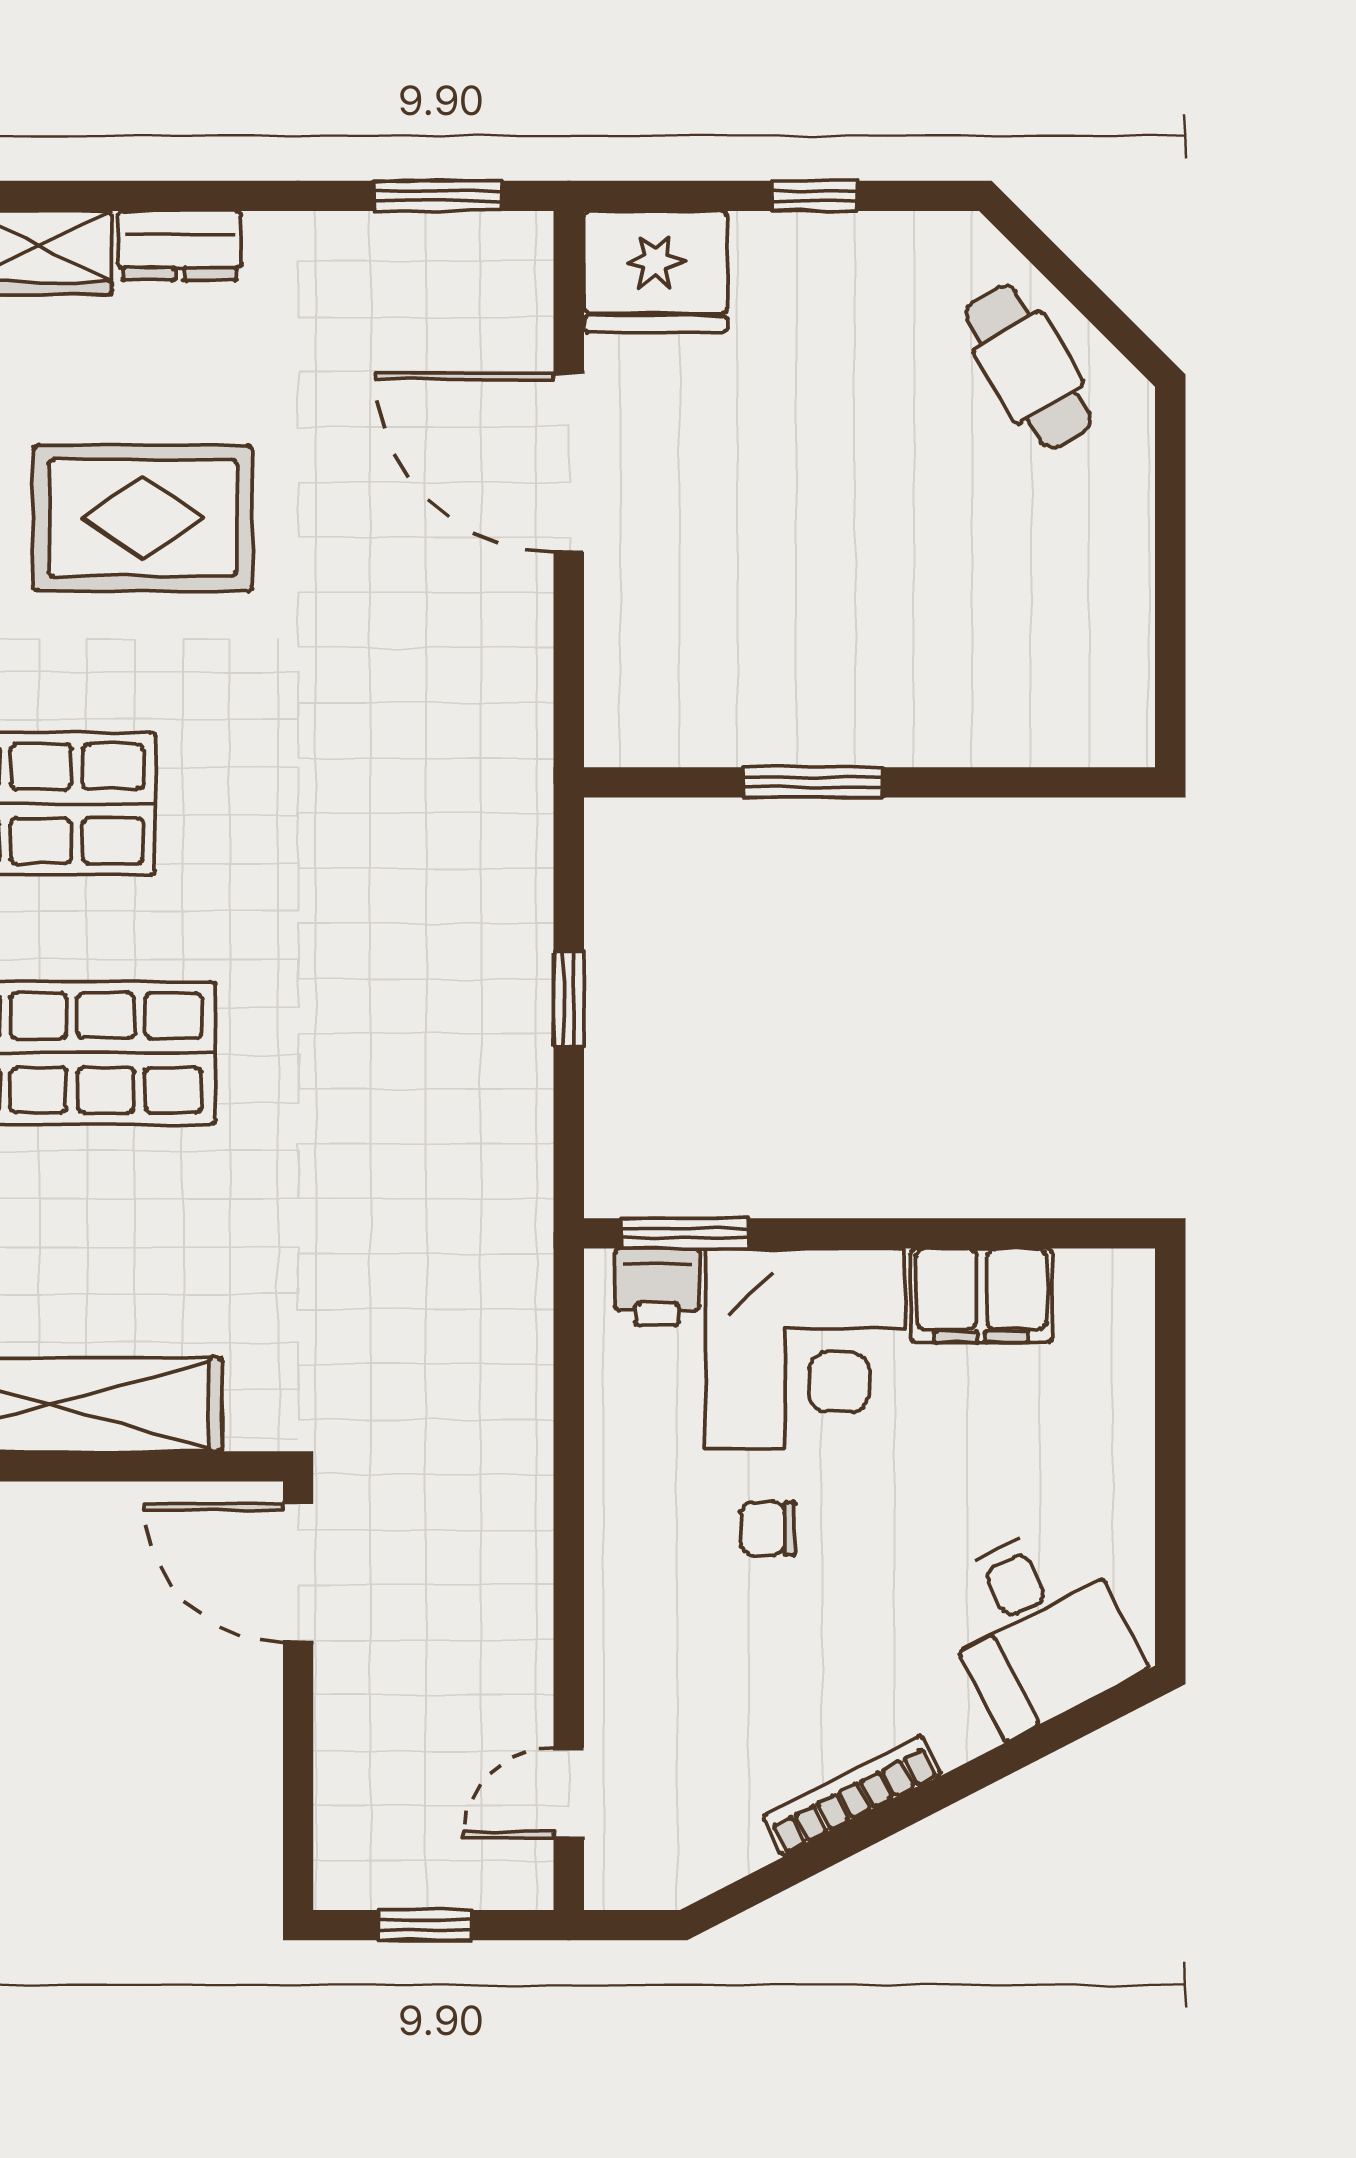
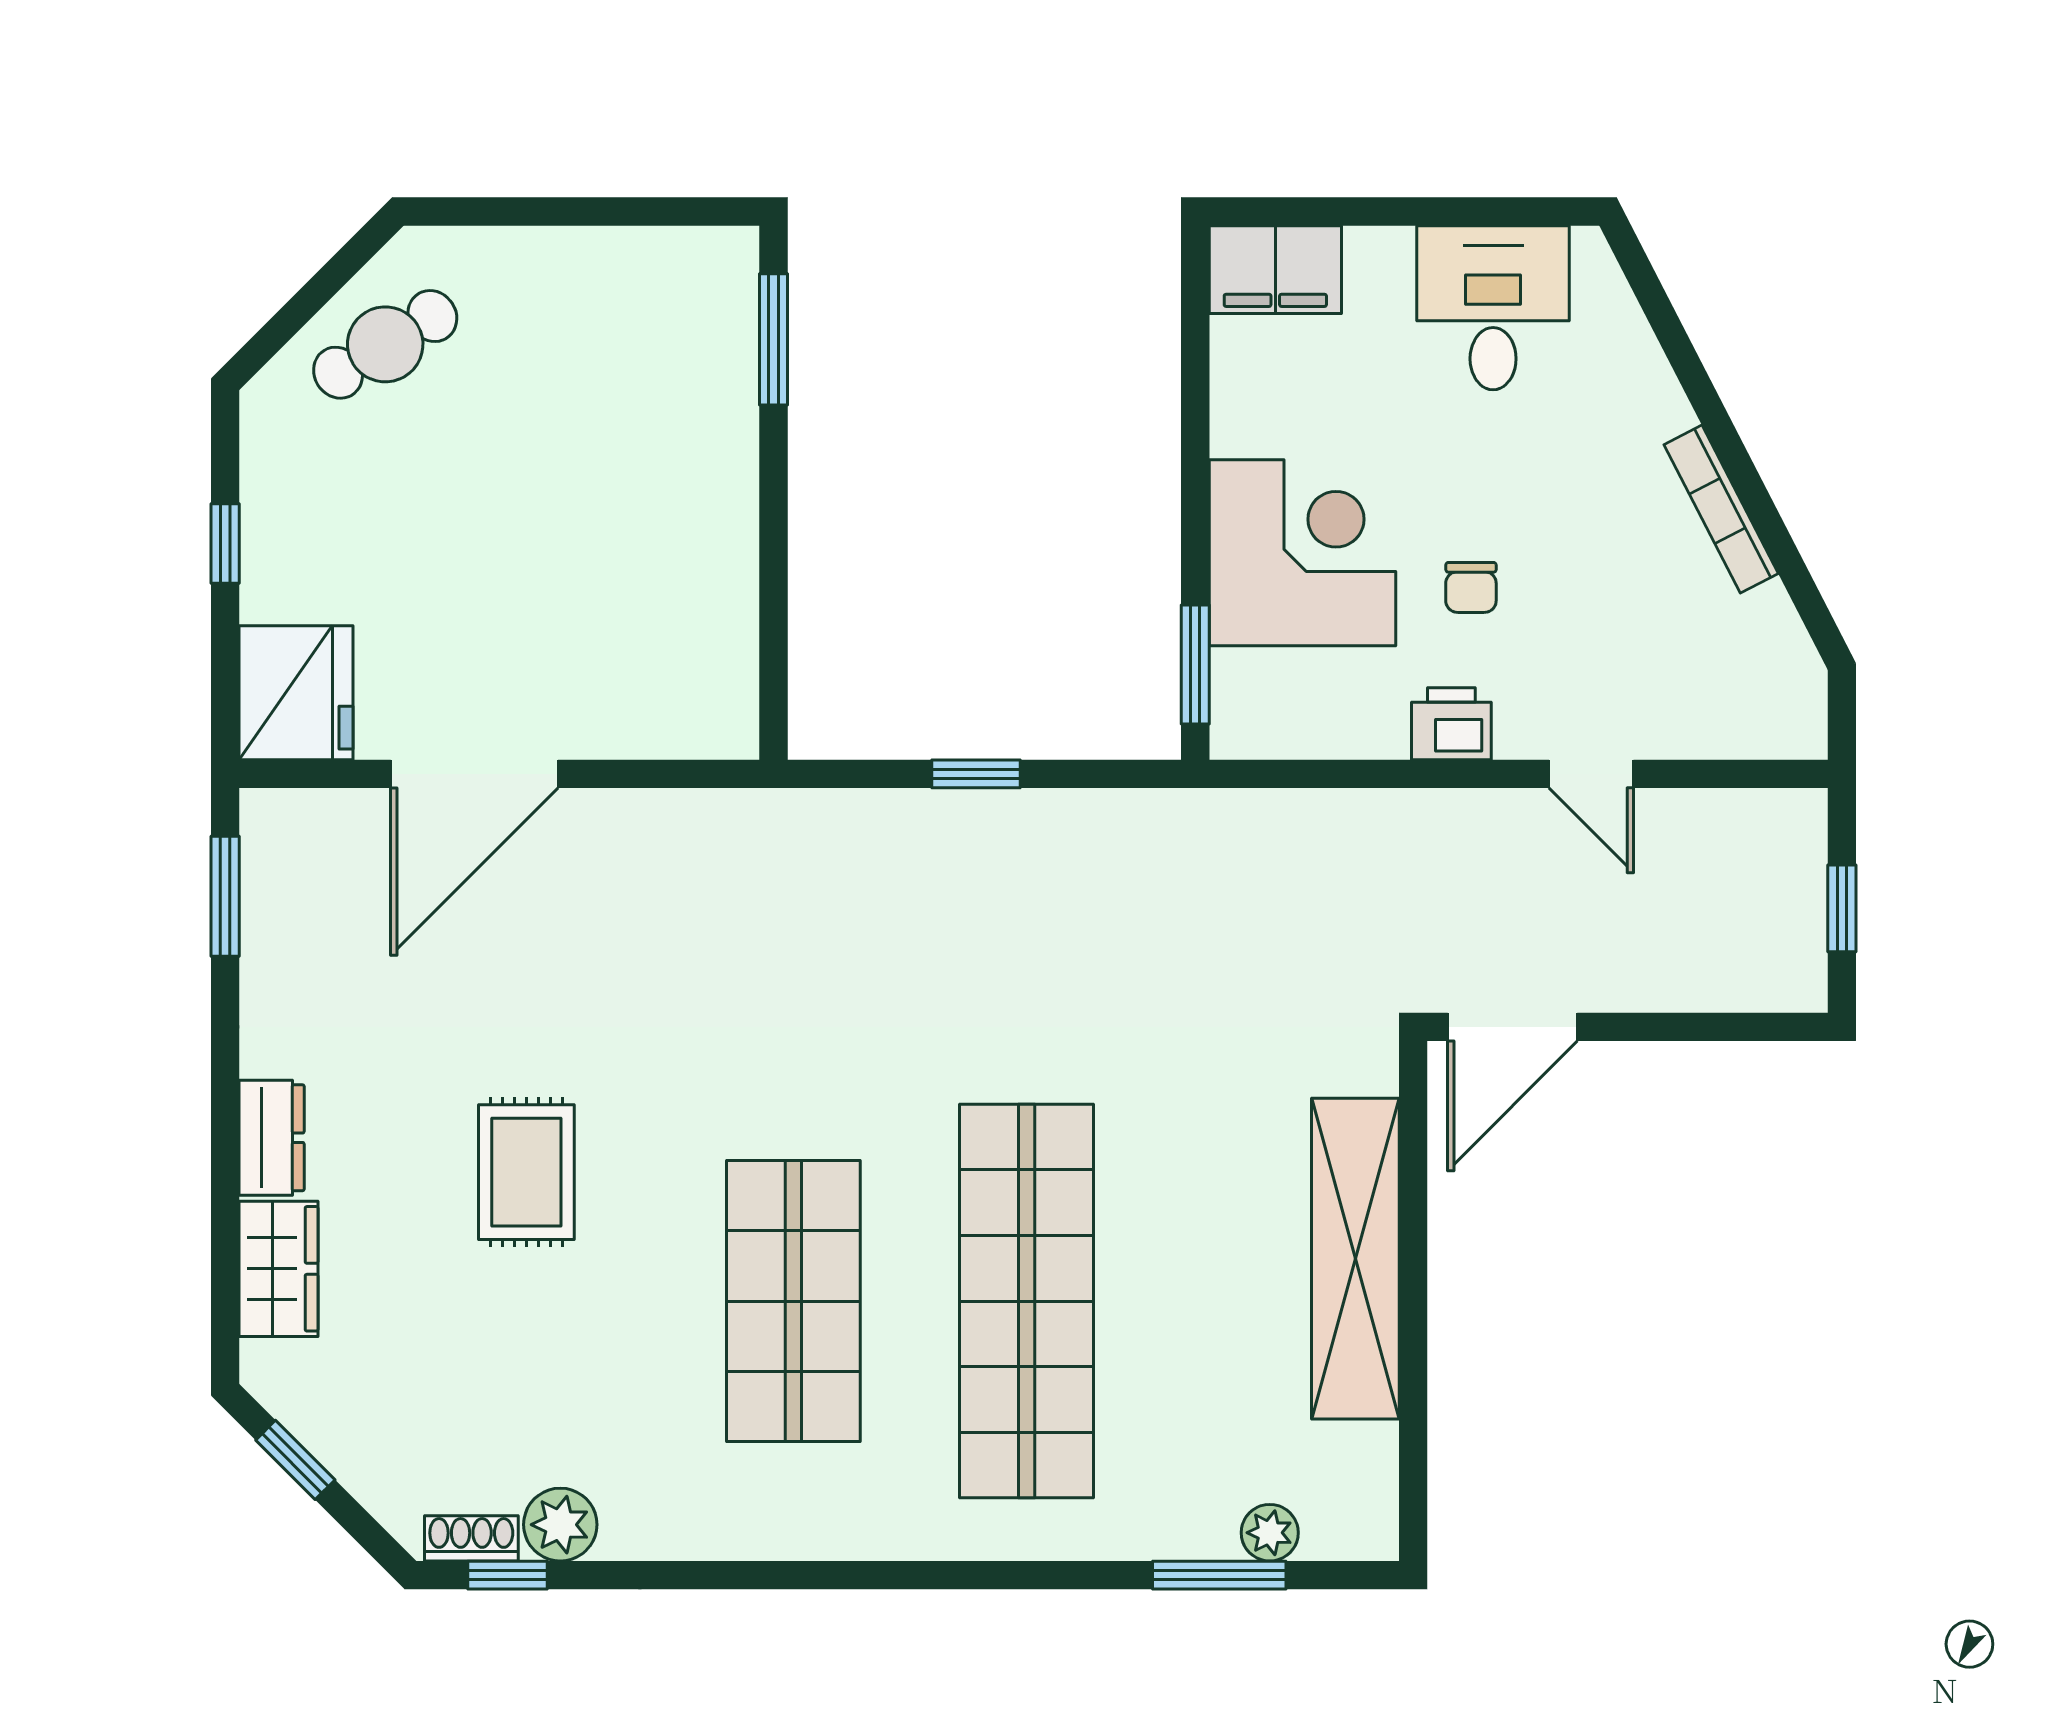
rug: (143, 518) -> (526, 1172), width x0.73, depth x0.70
window: (813, 782) -> (773, 339), moved
printer: (657, 1287) -> (1451, 724), moved, turned -90
filing cabinet: (981, 1295) -> (1275, 270), moved, turned 90
desk: (1037, 1627) -> (1493, 308), moved, turned -63
door: (569, 1793) -> (1591, 774), moved

